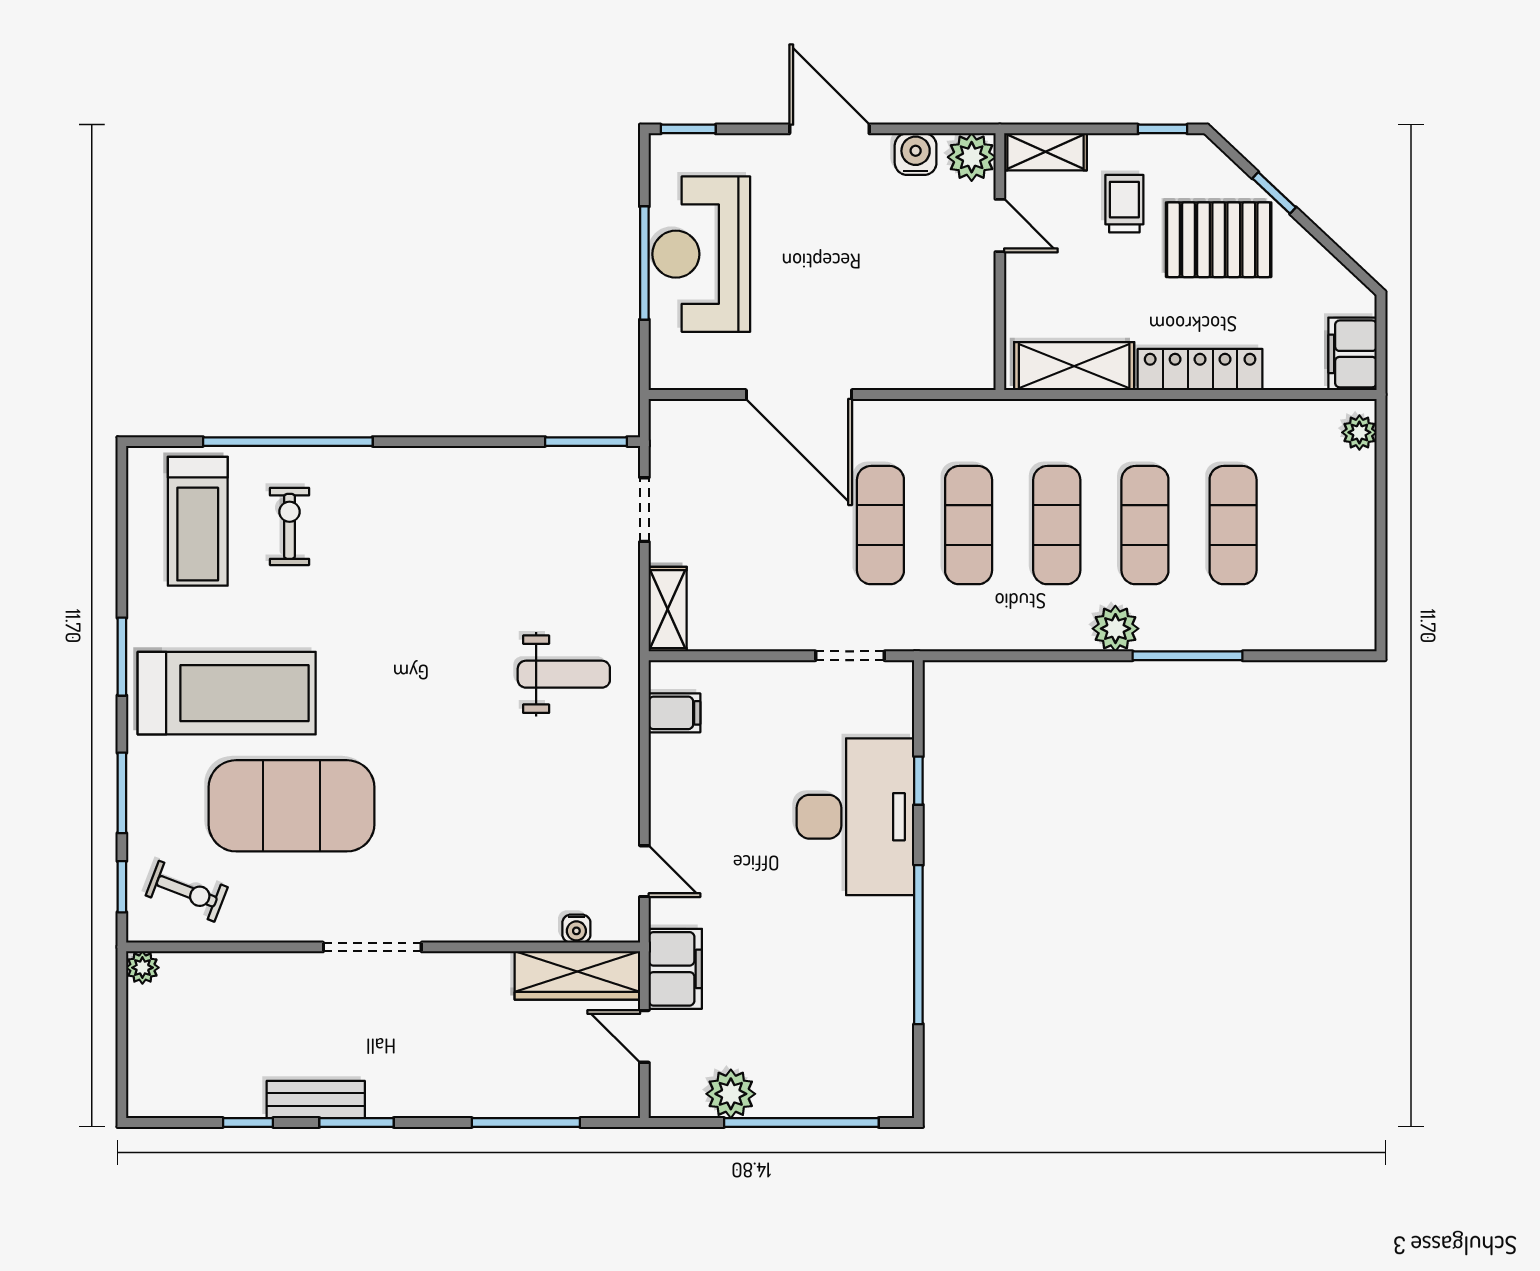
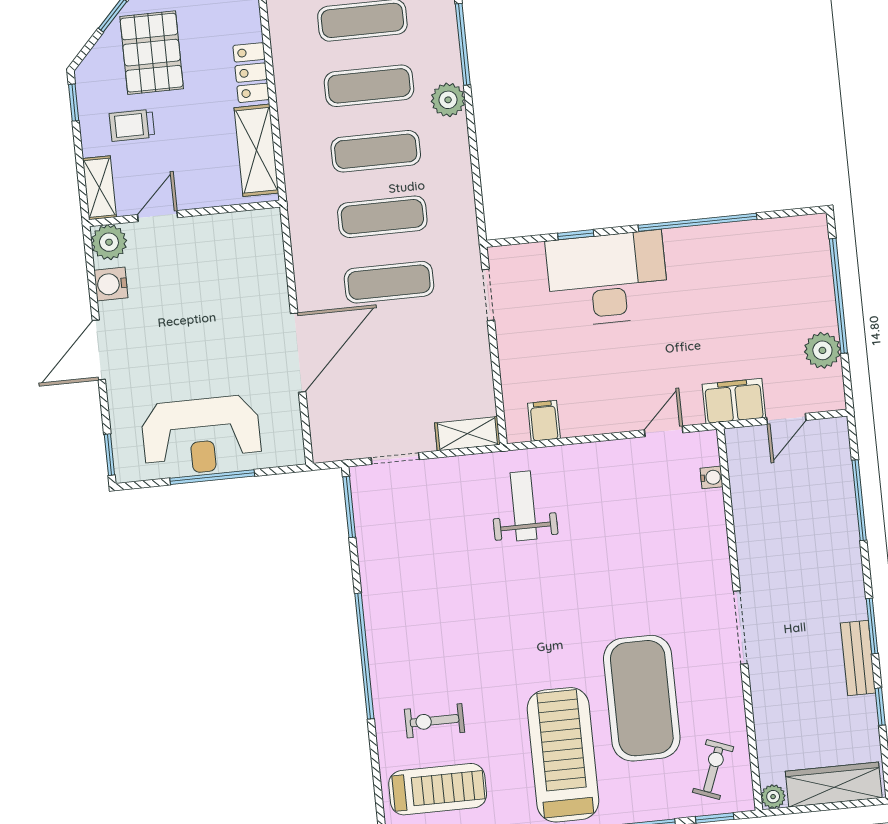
locker: (1200, 370) -> (251, 73), width x0.66
window: (288, 442) -> (364, 656), moved
wardrobe: (577, 975) -> (834, 785), moved, turned -90

